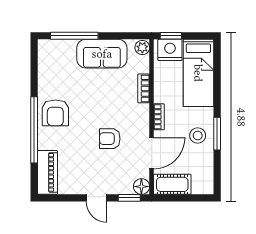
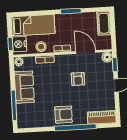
stool: (198, 135) -> (41, 47), moved
cot: (172, 184) -> (104, 23), moved

